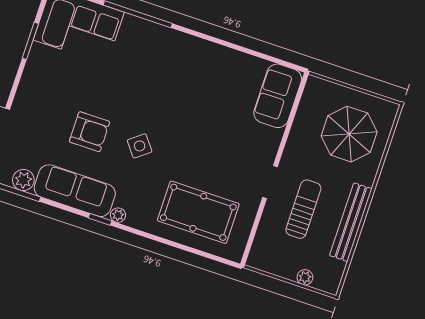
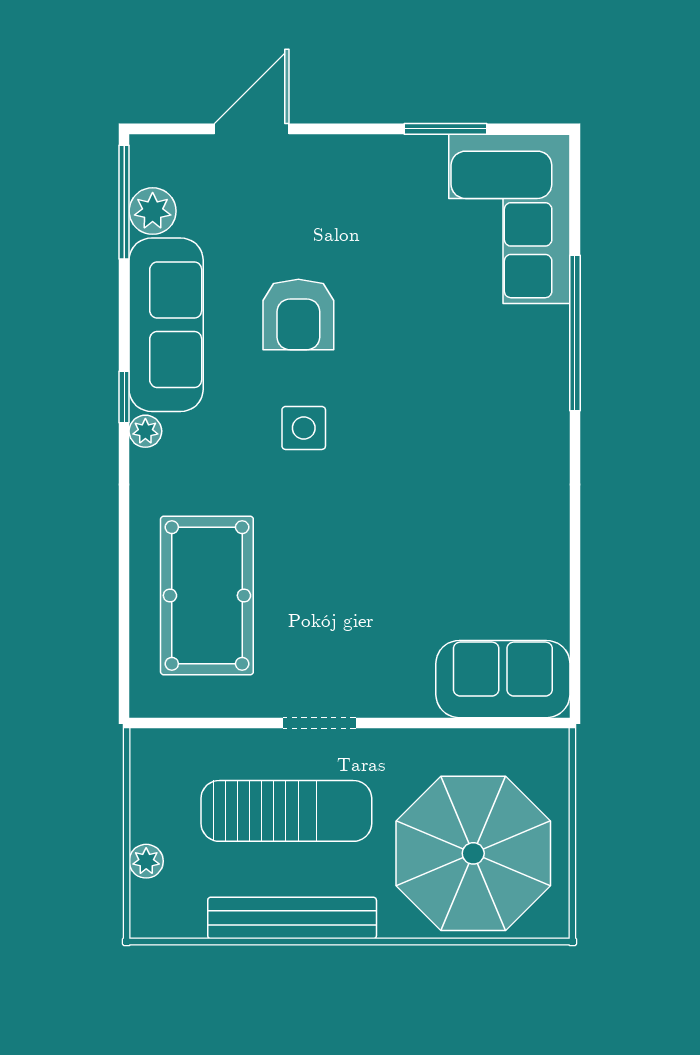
parasol: (349, 134) -> (473, 853), width x1.36, depth x1.36
side table: (140, 146) -> (304, 428), turned 38
sun lounger: (303, 209) -> (286, 811), width x1.36, depth x1.34

